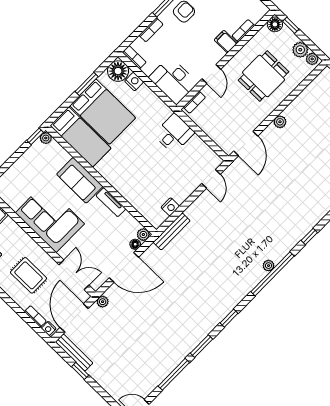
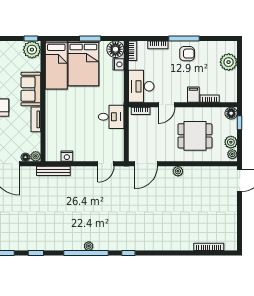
plant: (46, 138) -> (32, 50), width x1.88, depth x1.88

